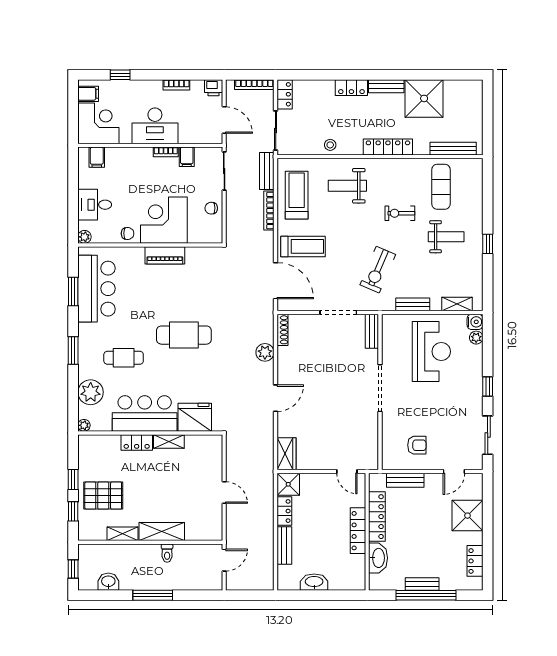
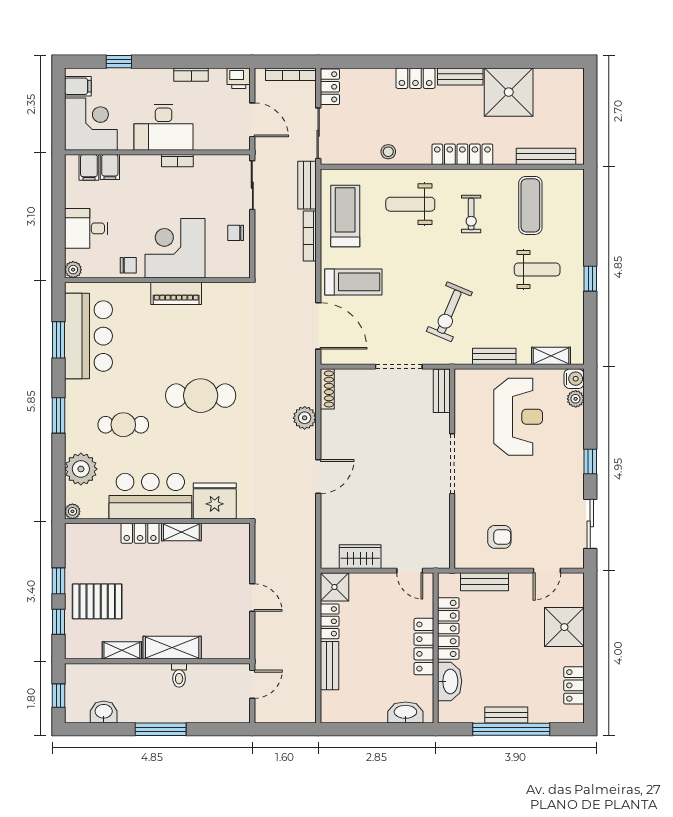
filing cabinet: (187, 157) -> (110, 167), moved
exercise bike: (400, 213) -> (471, 214), moved, turned -90
wardrobe: (287, 454) -> (360, 557), moved, turned -90
washbasin: (314, 582) -> (405, 712), moved

